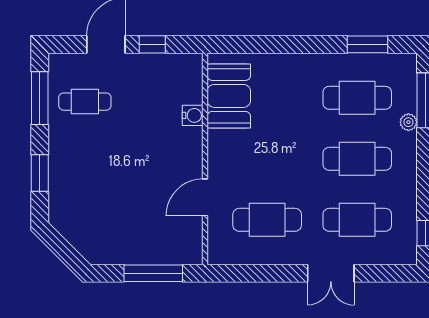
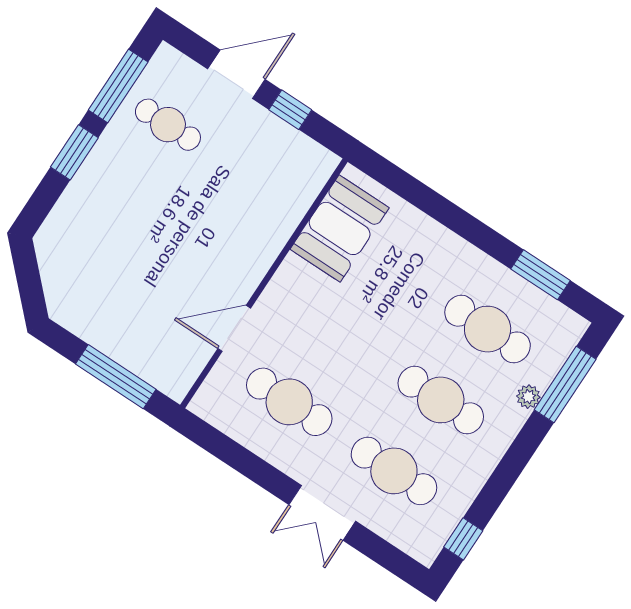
water cooler: (193, 115) -> (283, 223), removed
window: (40, 173) -> (74, 152), moved

